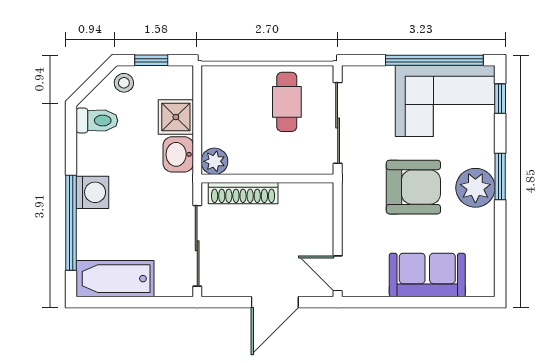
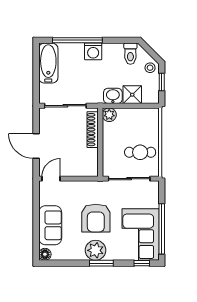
floor lamp: (483, 285) -> (45, 254), added

